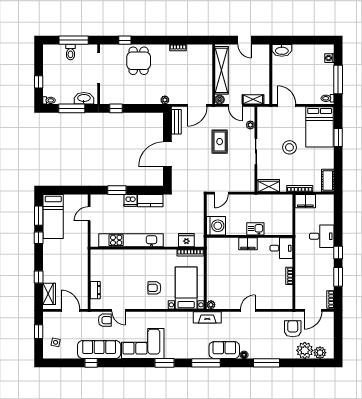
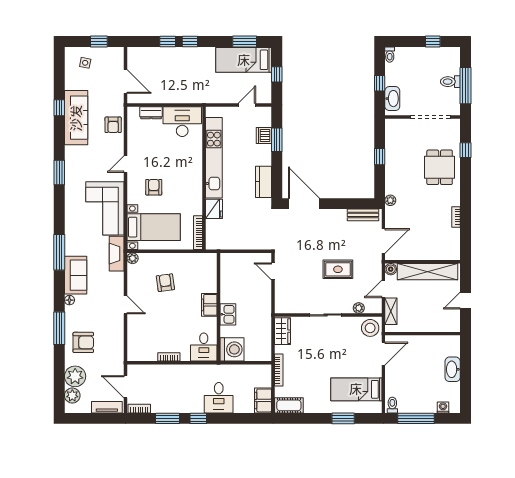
washbasin: (282, 50) -> (453, 369), moved
dining table: (139, 61) -> (440, 167), turned 90
window: (39, 82) -> (433, 41), moved
door: (197, 105) -> (383, 241), swing flipped
window: (72, 108) -> (380, 83), width x0.46
window: (116, 108) -> (380, 157), moved
bed: (320, 127) -> (356, 389), width x0.67
stool: (289, 147) -> (370, 328), moved
door: (167, 154) -> (304, 204), moved
window: (65, 190) -> (277, 74), added
dishwasher: (130, 200) -> (264, 136), moved
filing cabinet: (305, 201) -> (263, 400), moved
door: (89, 214) -> (247, 105), hinge flipped
washing machine: (216, 226) -> (232, 349), moved, turned -90
window: (39, 238) -> (190, 41), moved
fridge: (186, 240) -> (214, 209), moved
desk: (102, 265) -> (182, 122), added
armchair: (230, 279) -> (165, 283), added
wardrobe: (49, 294) -> (146, 55), removed
door: (70, 310) -> (125, 82), hinge flipped
door: (118, 310) -> (125, 164), moved
tv unit: (329, 325) -> (107, 407), added
armchair: (293, 329) -> (83, 342), moved
corner sofa: (143, 344) -> (105, 208), moved, turned 180
window: (165, 363) -> (59, 172), moved

